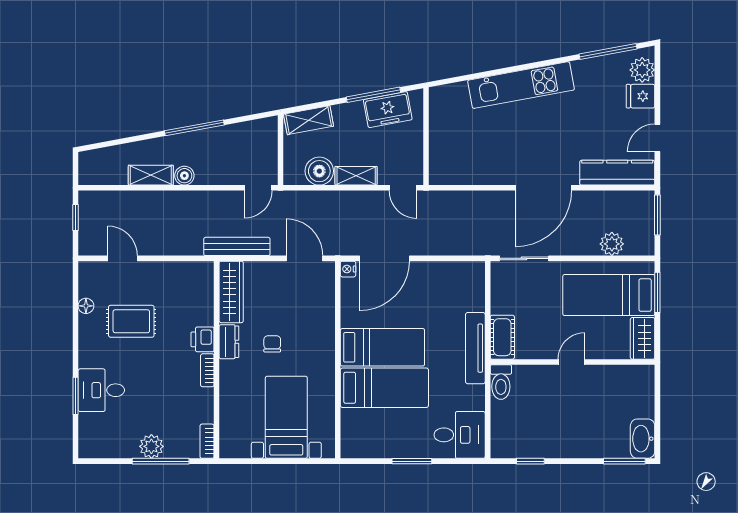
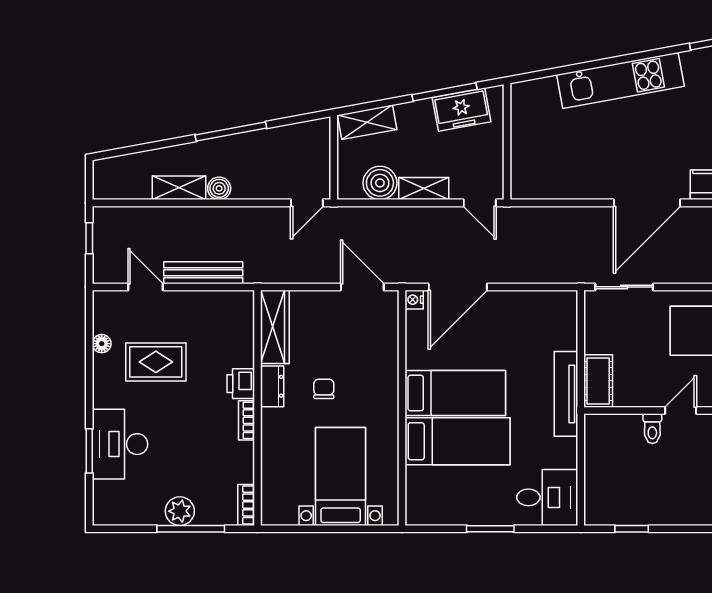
bench: (237, 246) -> (203, 273), moved
toilet: (501, 382) -> (652, 429), moved, width x0.73, depth x0.72
desk: (101, 390) -> (120, 444), width x1.37

